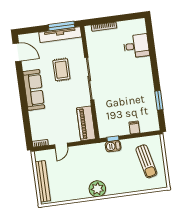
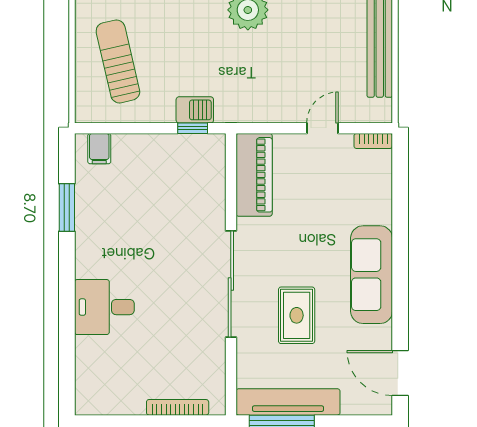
desk: (136, 46) -> (104, 307), moved
filing cabinet: (134, 128) -> (99, 149), moved

